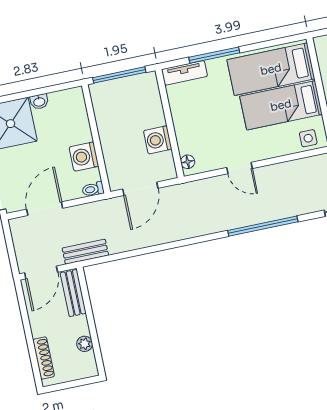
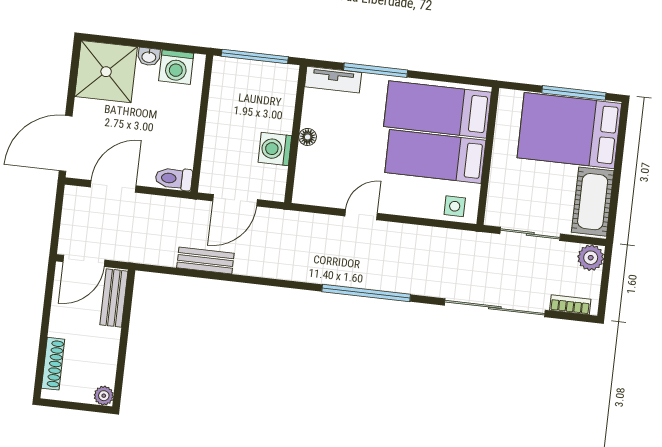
washing machine: (84, 157) -> (176, 67), moved, turned -90
floor lamp: (188, 162) -> (308, 137), moved
door: (239, 168) -> (361, 215), swing flipped
toilet: (93, 189) -> (174, 179), width x1.37, depth x1.39
bench: (85, 252) -> (205, 260), moved
plant: (85, 344) -> (104, 396), moved

